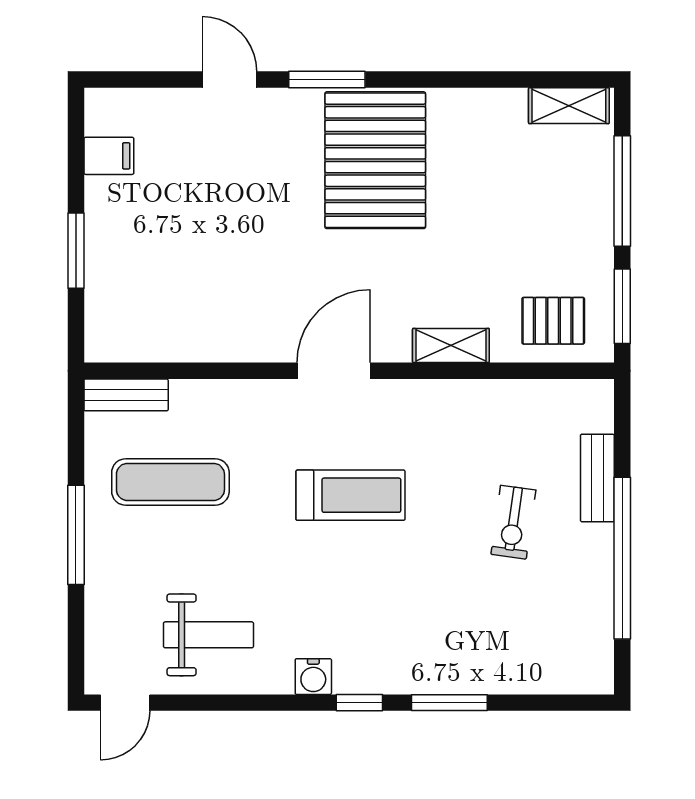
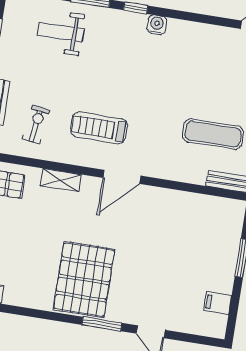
treadmill: (351, 495) -> (99, 128), moved
exercise bike: (513, 522) -> (36, 125), moved
weight bench: (208, 635) -> (61, 32), moved

